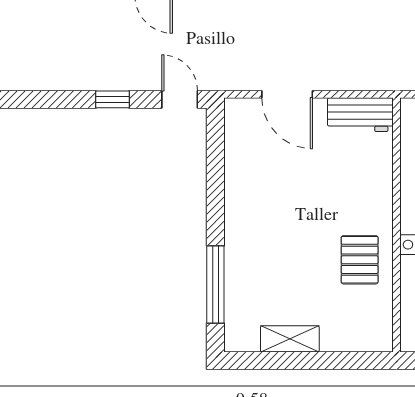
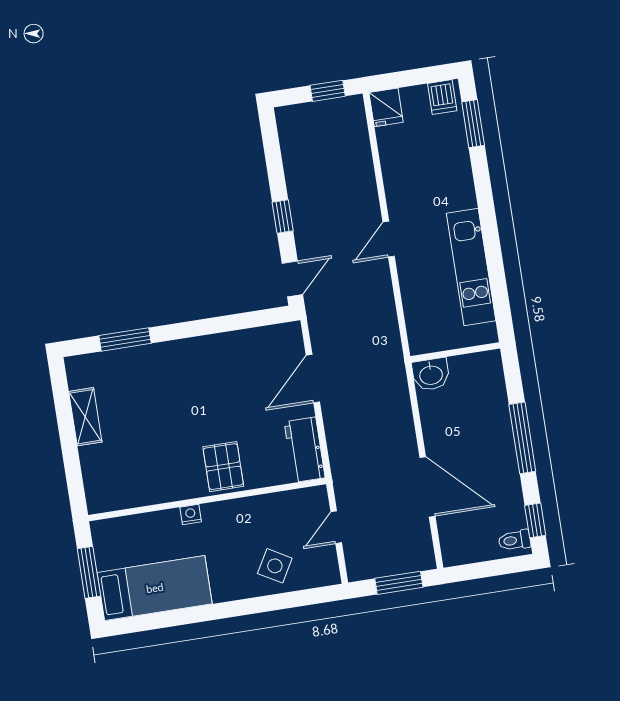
pallet: (360, 260) -> (223, 467), moved, turned 90
window: (215, 285) -> (125, 339), width x0.69

